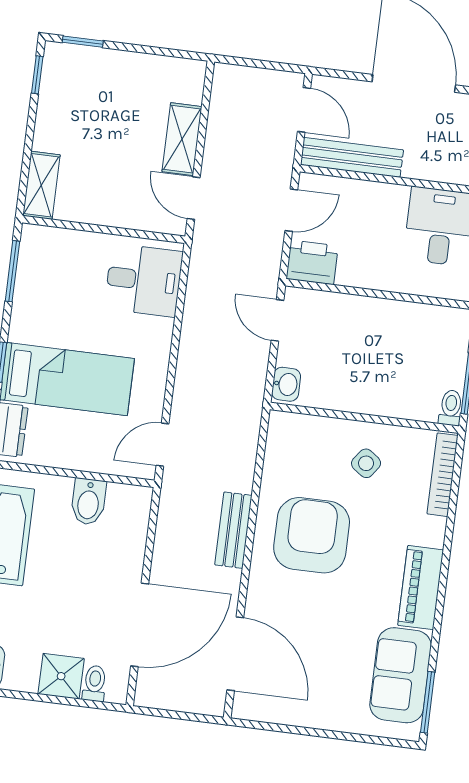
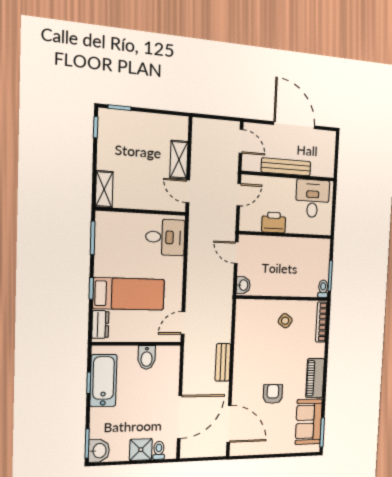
bench: (352, 157) -> (286, 167), moved
printer: (312, 262) -> (274, 222), moved
armchair: (312, 535) -> (273, 394), moved, width x0.53, depth x0.53

